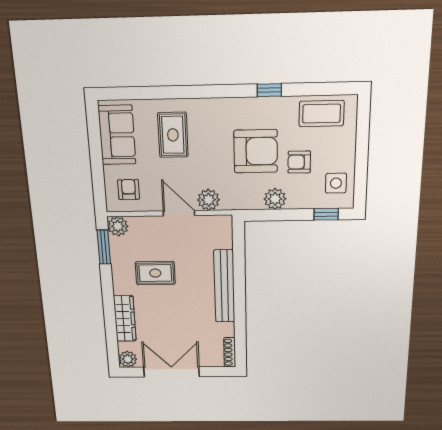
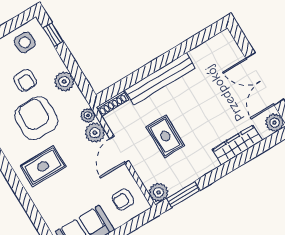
rug: (173, 135) -> (43, 166), moved
plant: (229, 203) -> (88, 115), added
rug: (155, 273) -> (165, 136), moved
shoe rack: (230, 352) -> (112, 104), moved

